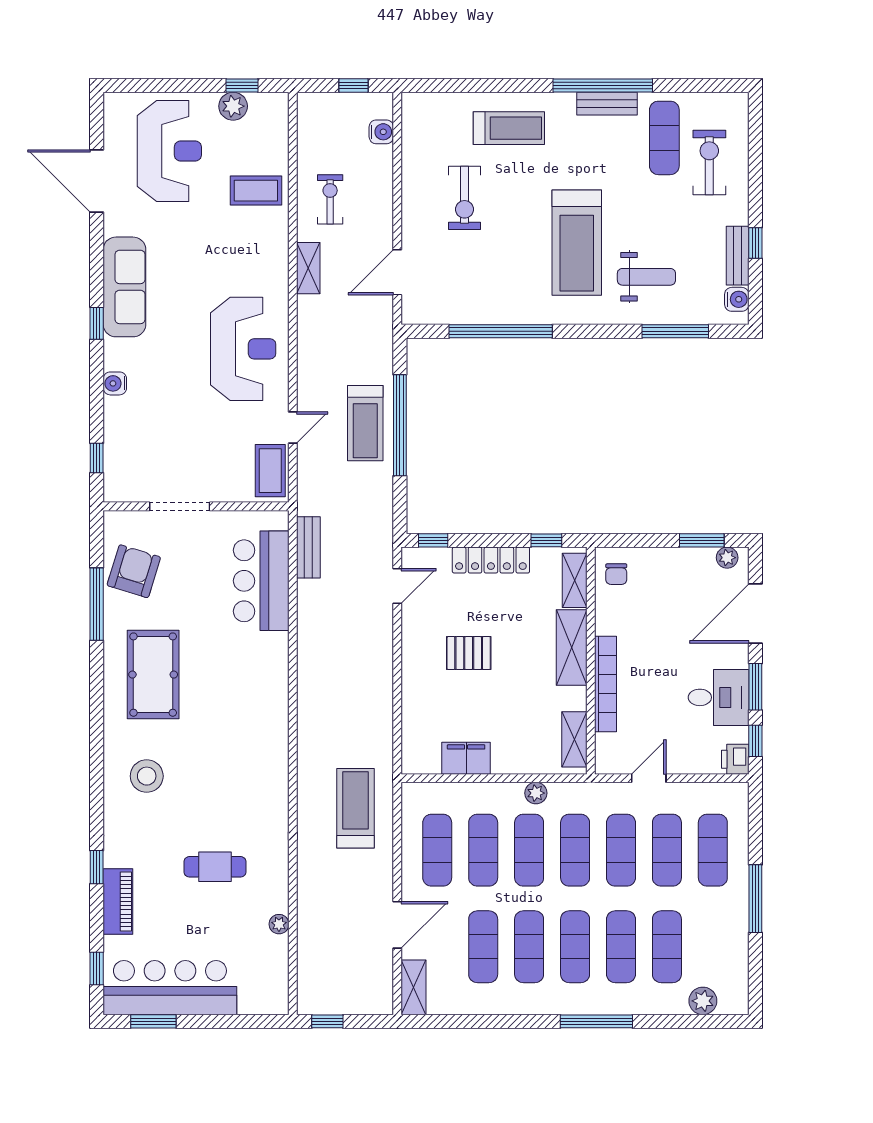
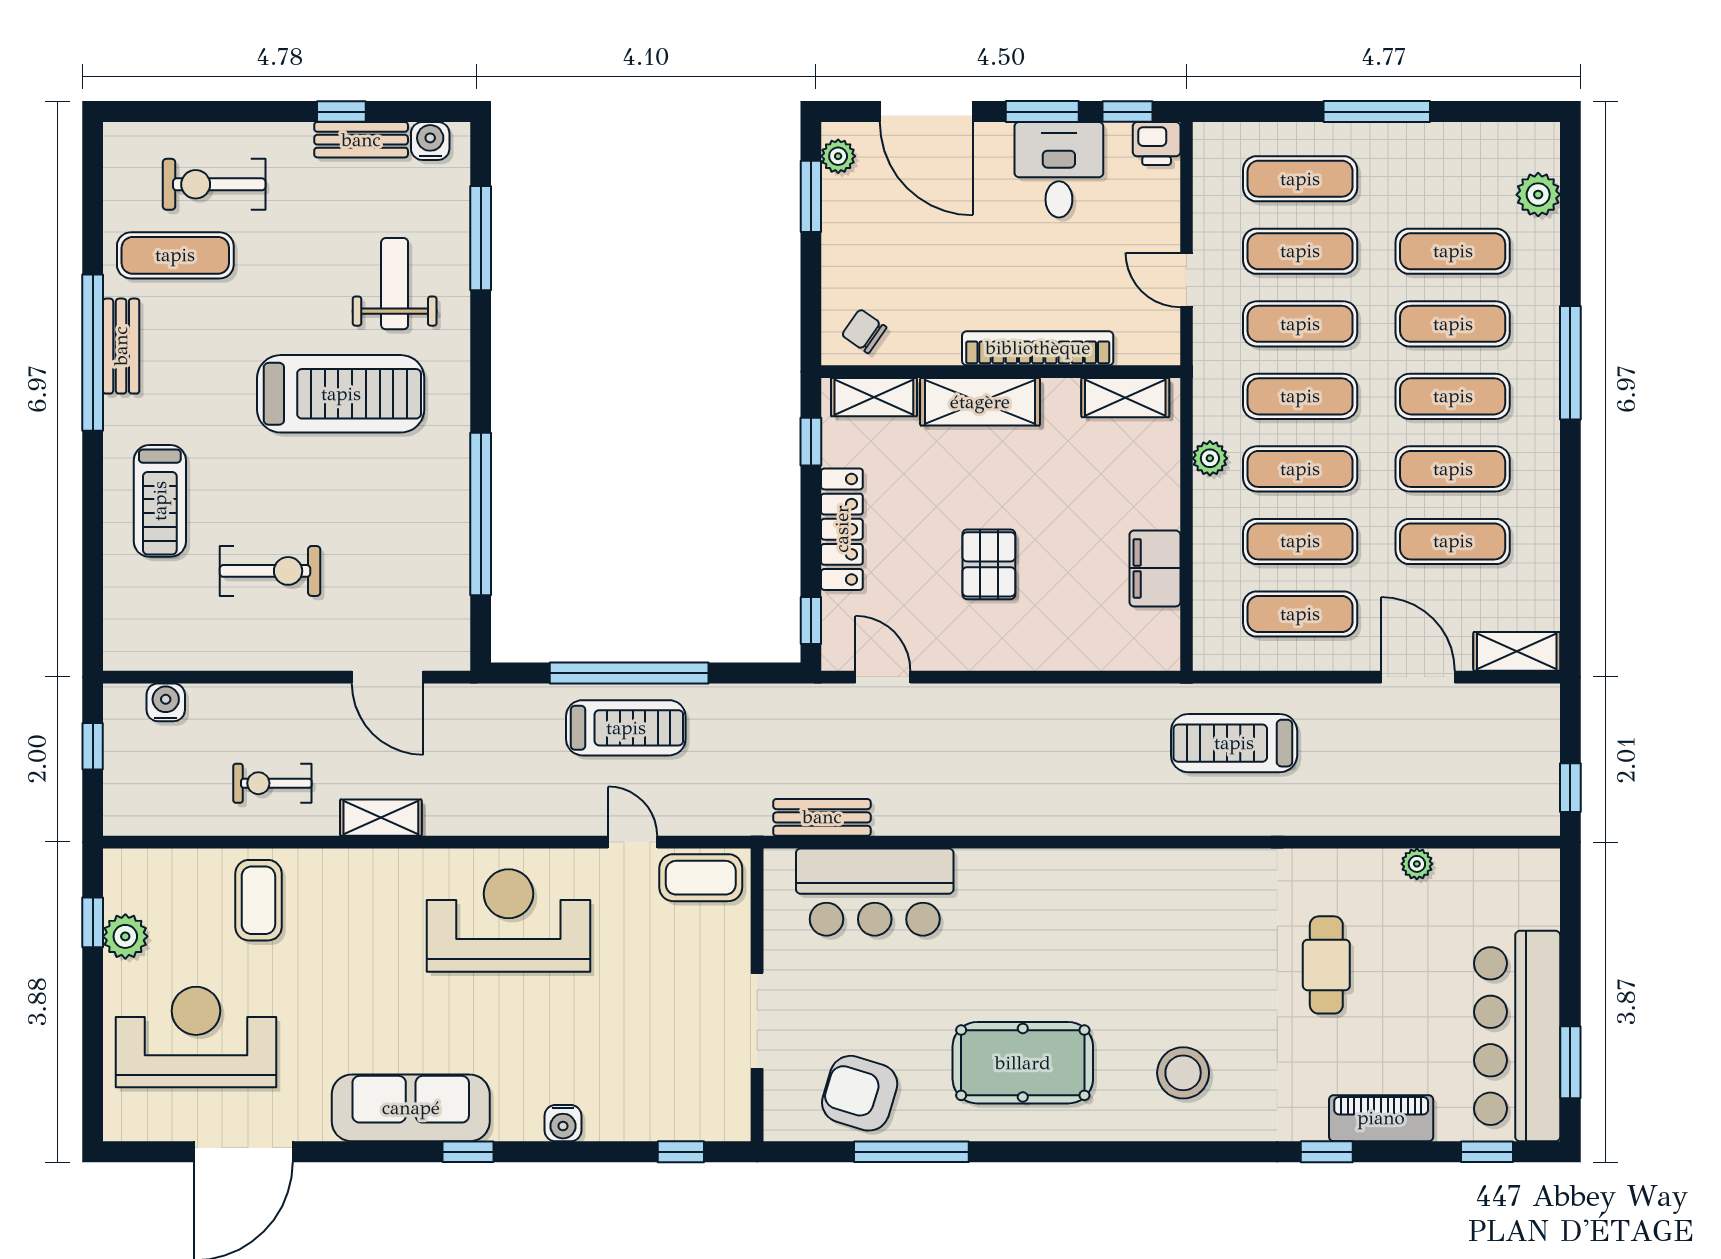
treadmill: (509, 128) -> (160, 501), turned 180
chair: (616, 574) -> (864, 331), turned -145

